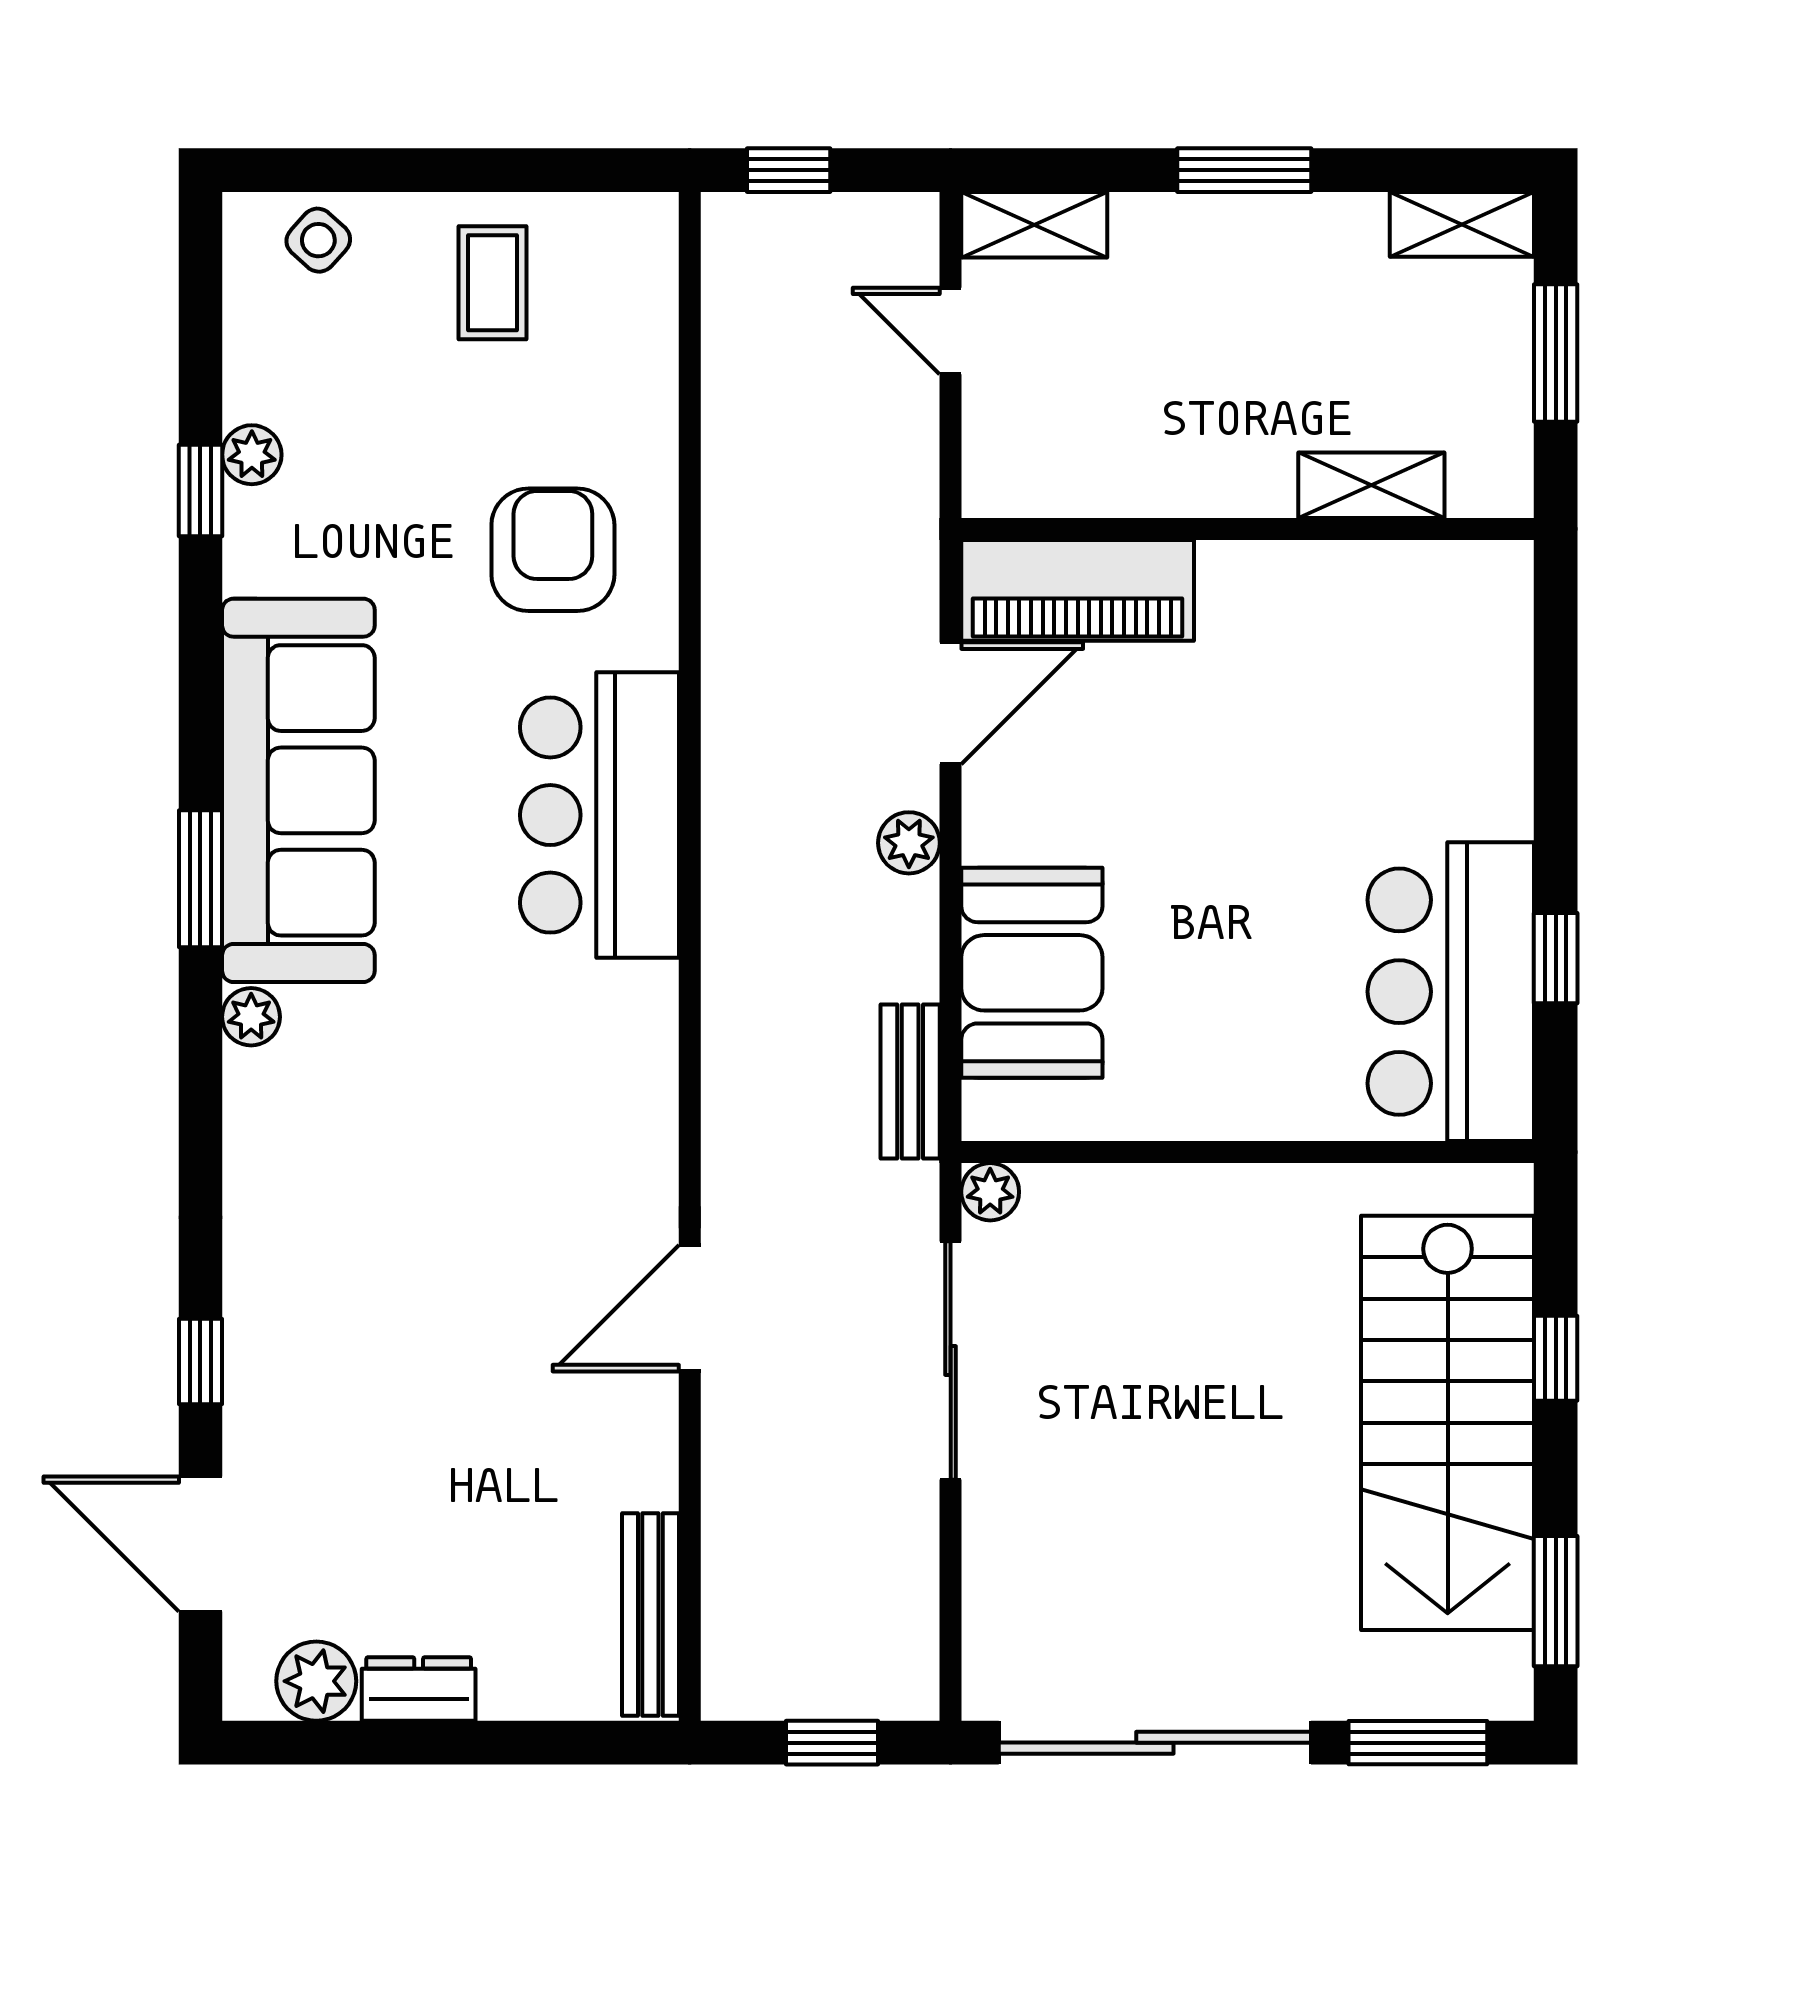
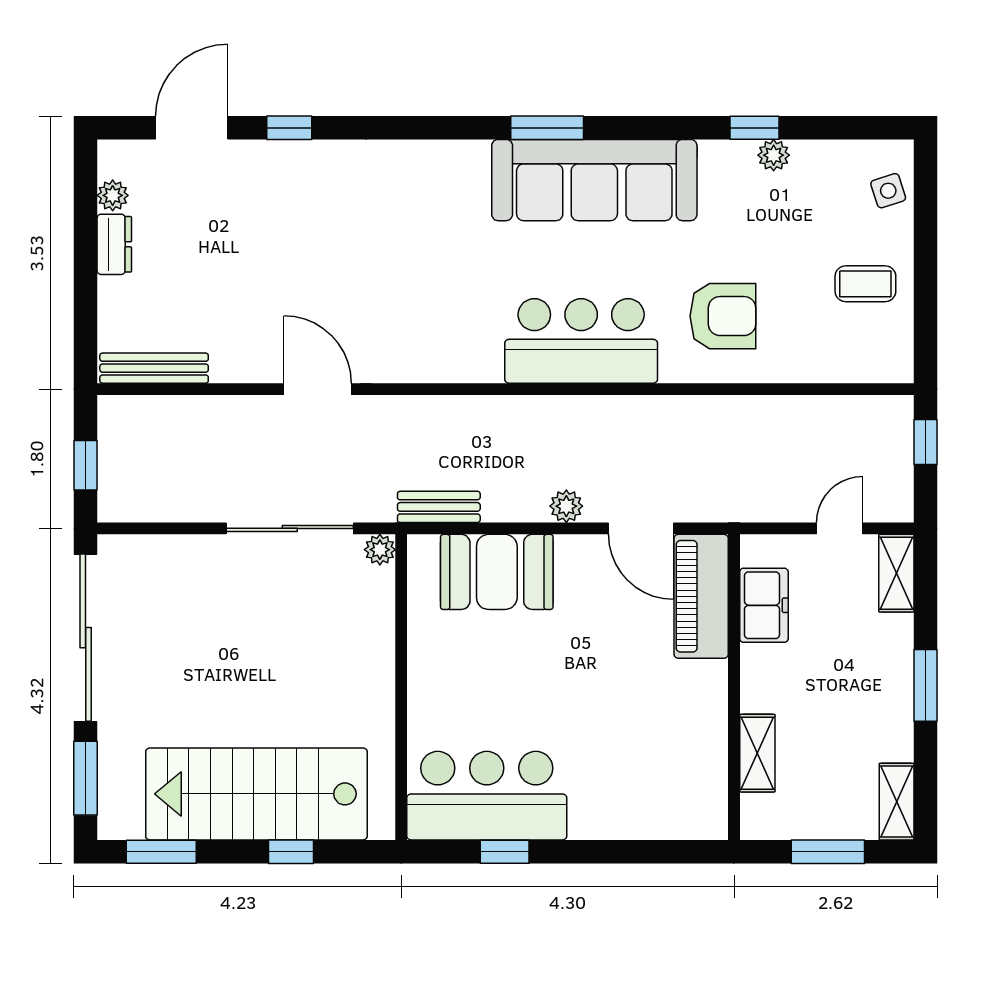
side table: (318, 240) -> (888, 191), turned 30
freezer: (1094, 473) -> (764, 605), added
plant: (251, 1017) -> (473, 155), removed
plant: (316, 1681) -> (113, 195), width x0.73, depth x0.73

